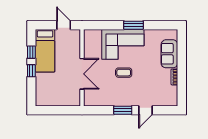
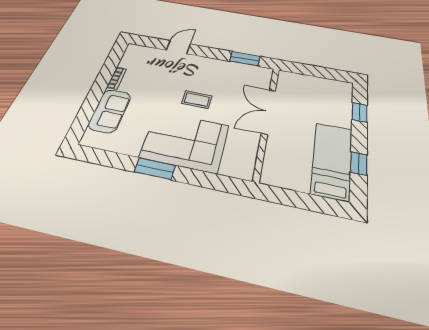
door: (64, 25) -> (291, 198), removed
window: (31, 71) -> (360, 112), moved
window: (123, 110) -> (245, 59), moved

